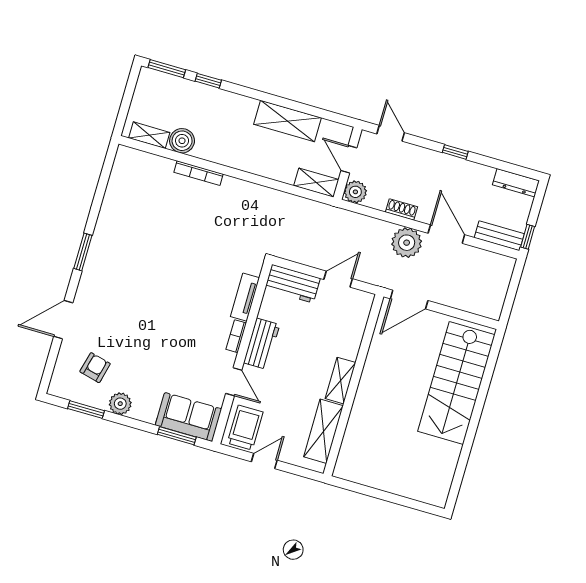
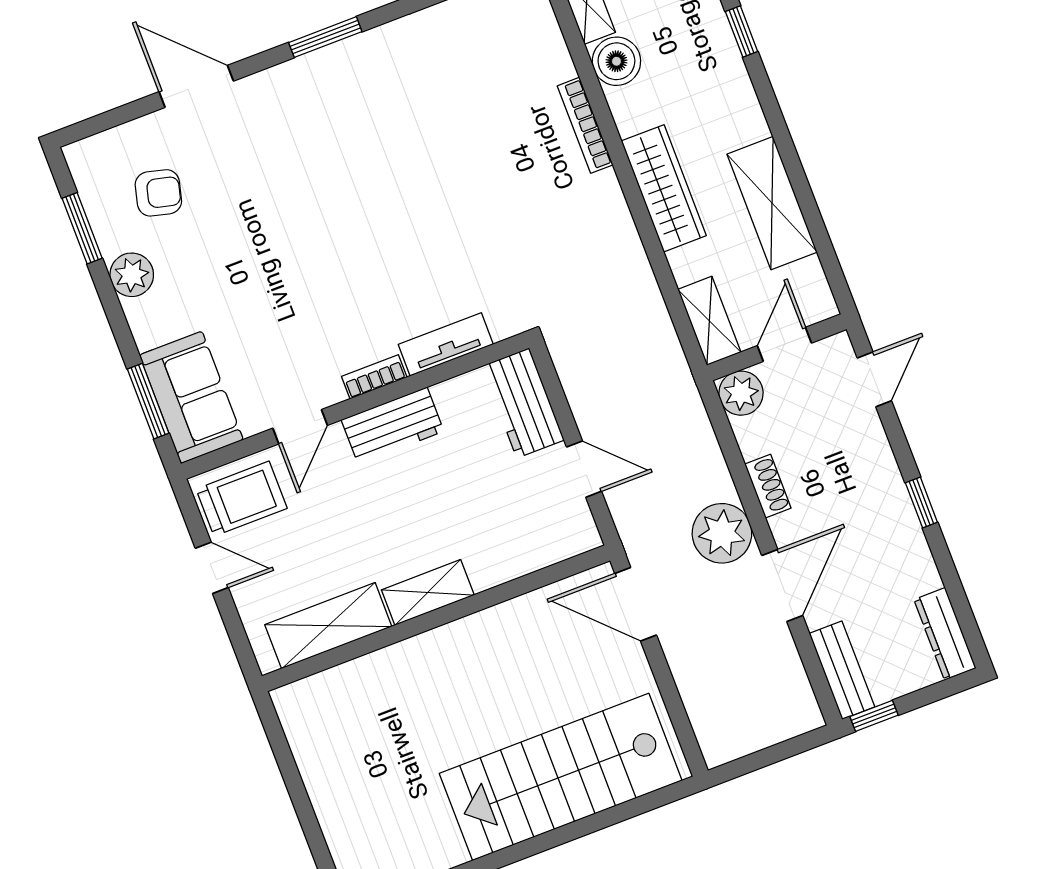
wardrobe: (248, 160) -> (664, 188), added

